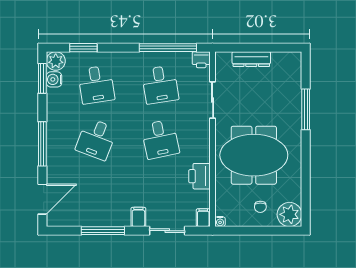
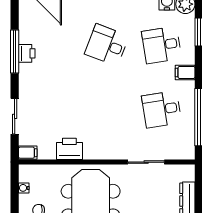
printer: (201, 60) -> (27, 53), moved, turned 180
desk: (160, 139) -> (107, 109), removed
filing cabinet: (138, 217) -> (185, 72), moved, turned 180
water cooler: (220, 222) -> (24, 188), moved

